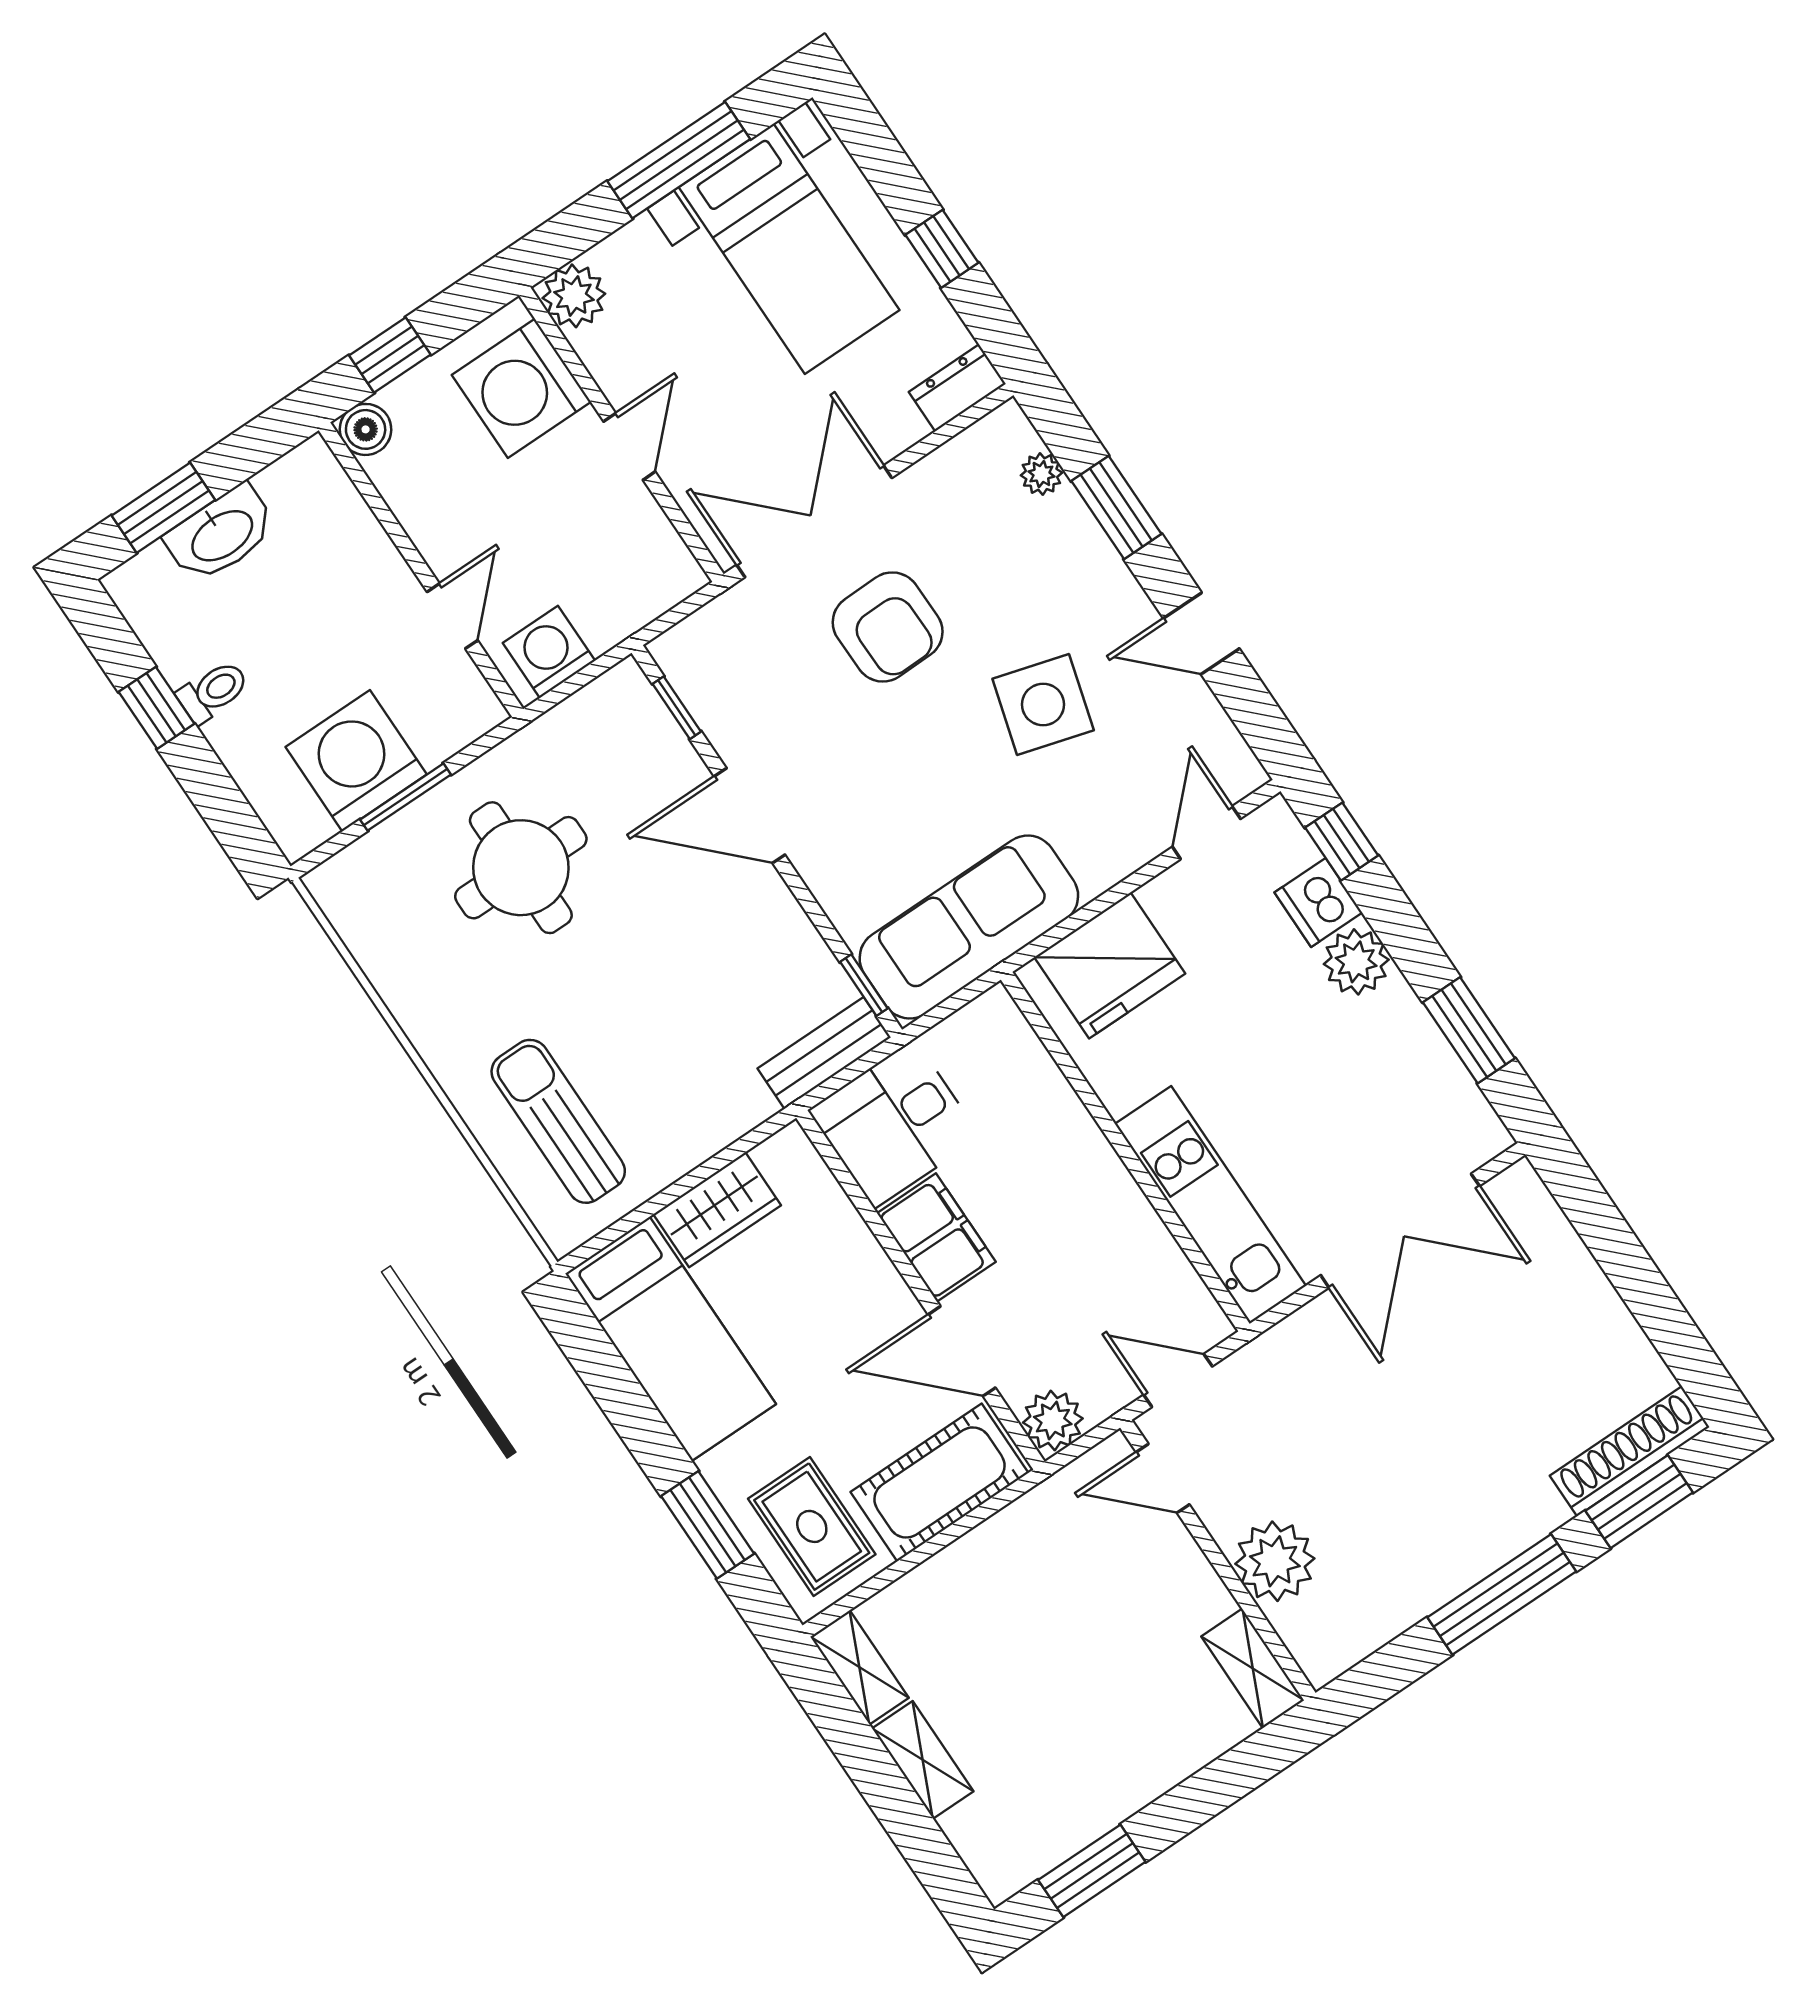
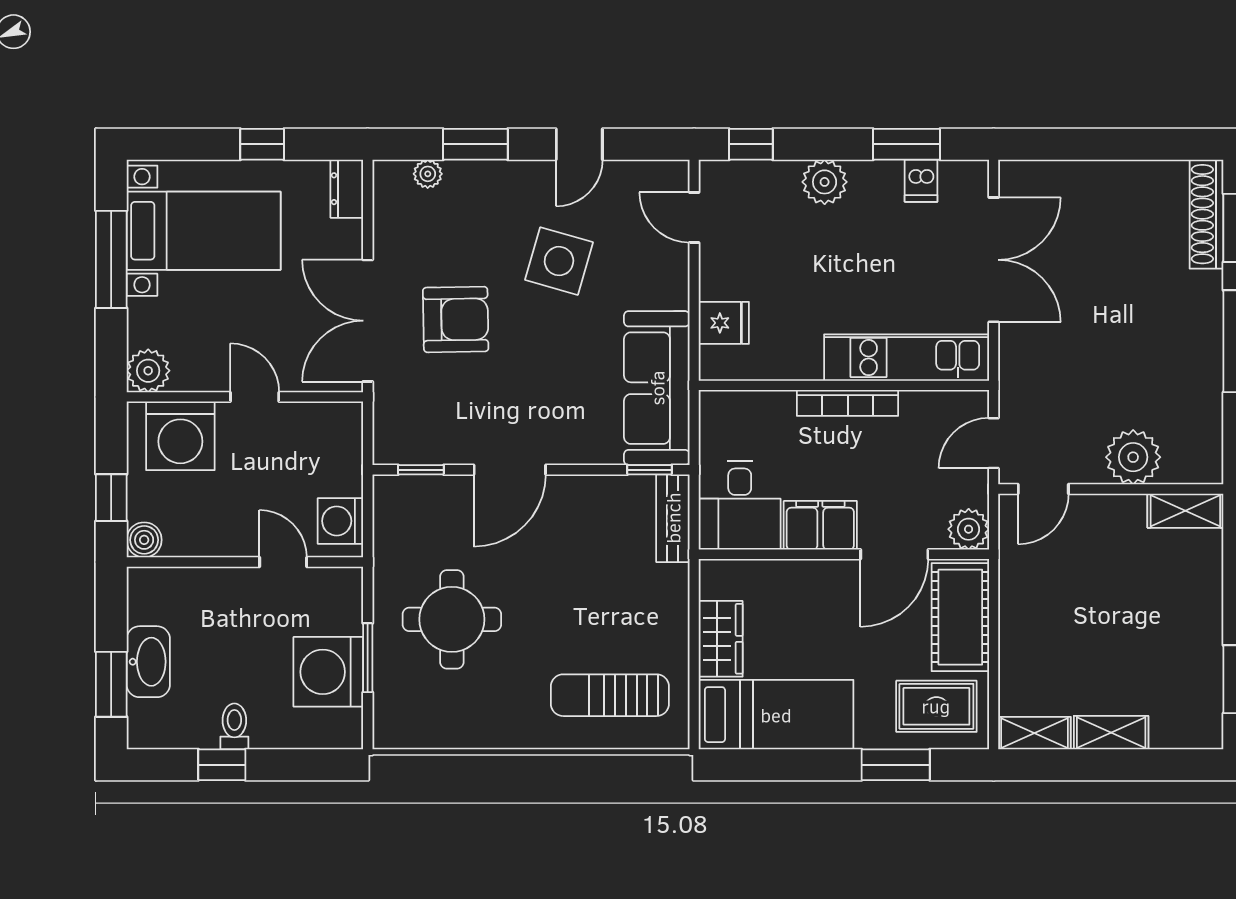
dishwasher: (1318, 903) -> (921, 181), moved, width x0.73
fridge: (1110, 965) -> (724, 323), width x0.53, depth x0.75
bookcase: (1107, 1170) -> (848, 403), added

